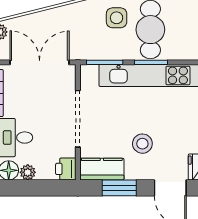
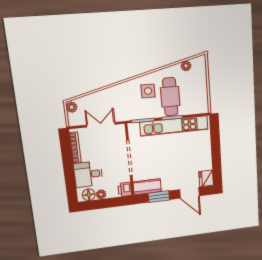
double door: (40, 62) -> (101, 125), width x0.73
stool: (142, 144) -> (171, 168), removed

